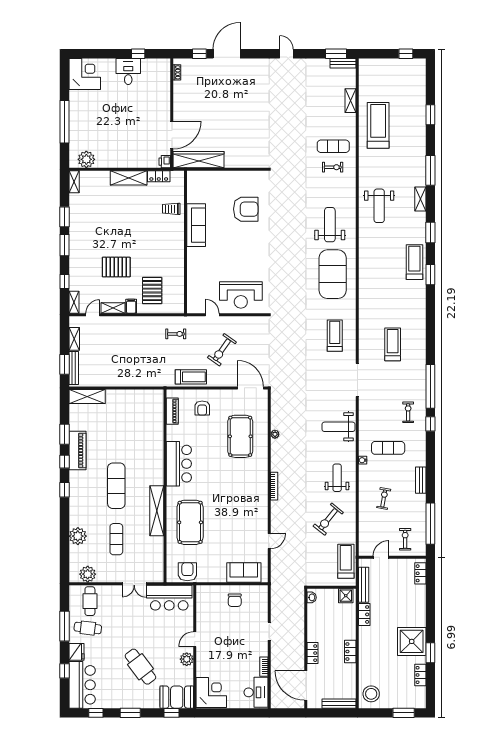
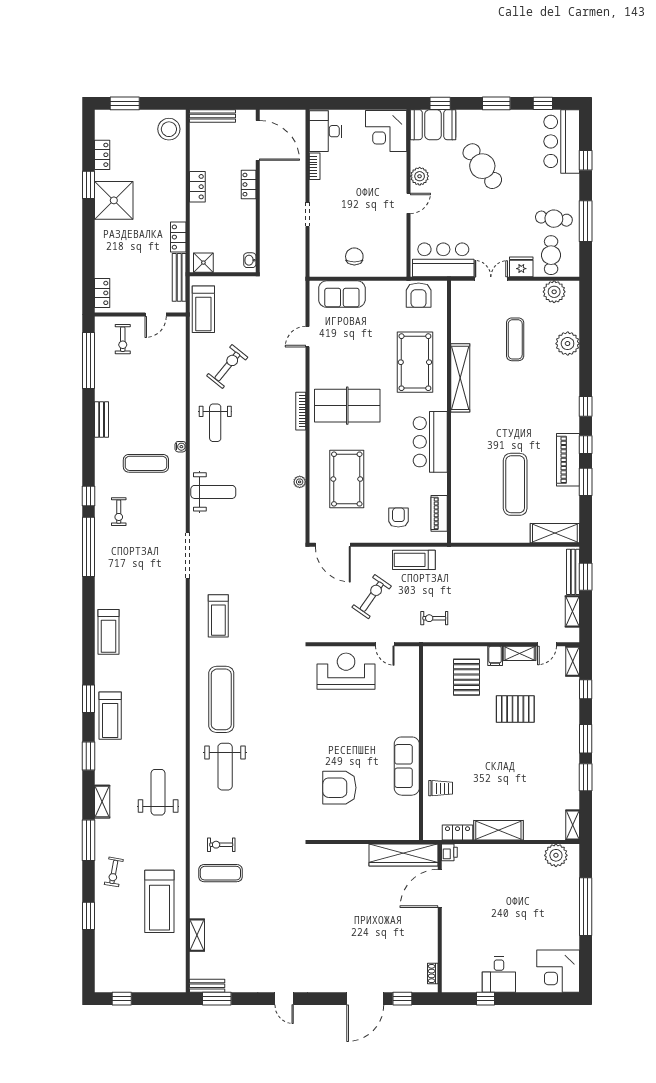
exercise mat: (333, 274) -> (221, 699), width x0.68
treadmill: (393, 344) -> (109, 632), moved
exercise mat: (116, 486) -> (515, 484), moved
table tennis table: (240, 490) -> (347, 406), added
exercise bike: (384, 498) -> (114, 872), moved
fridge: (76, 652) -> (521, 267), moved, turned 90

